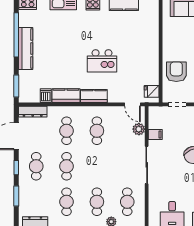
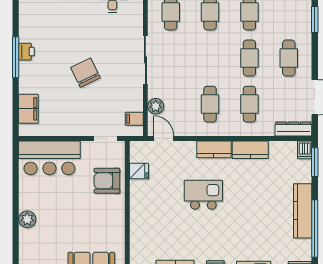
armchair: (176, 72) -> (107, 181), turned 90
fridge: (152, 91) -> (139, 171), moved
dishwasher: (46, 96) -> (305, 150), moved
filing cabinet: (155, 134) -> (134, 119), moved
window: (16, 168) -> (315, 56), removed

